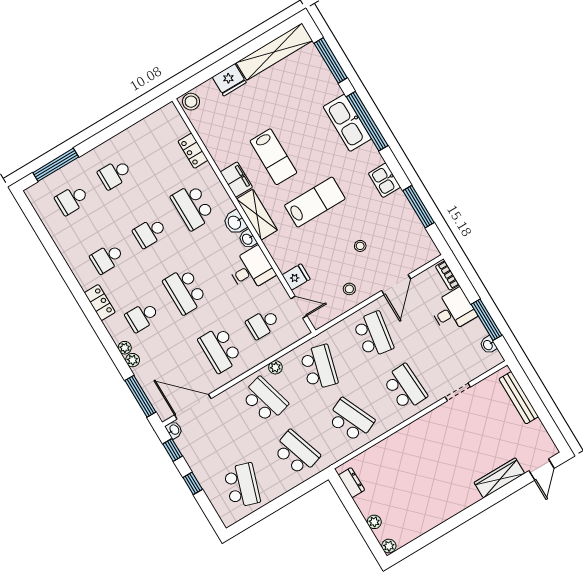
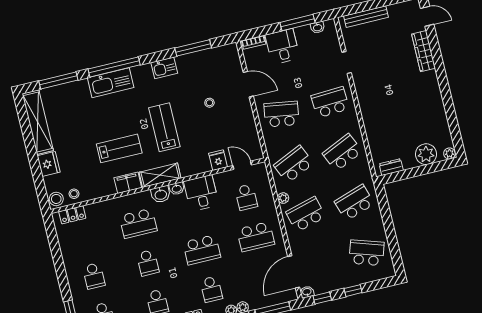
locker: (193, 151) -> (72, 215), moved
stool: (349, 289) -> (74, 194), moved
door: (299, 307) -> (242, 165), hinge flipped
school desk: (319, 367) -> (294, 164), turned -39
plant: (374, 522) -> (426, 154), width x1.88, depth x1.88

